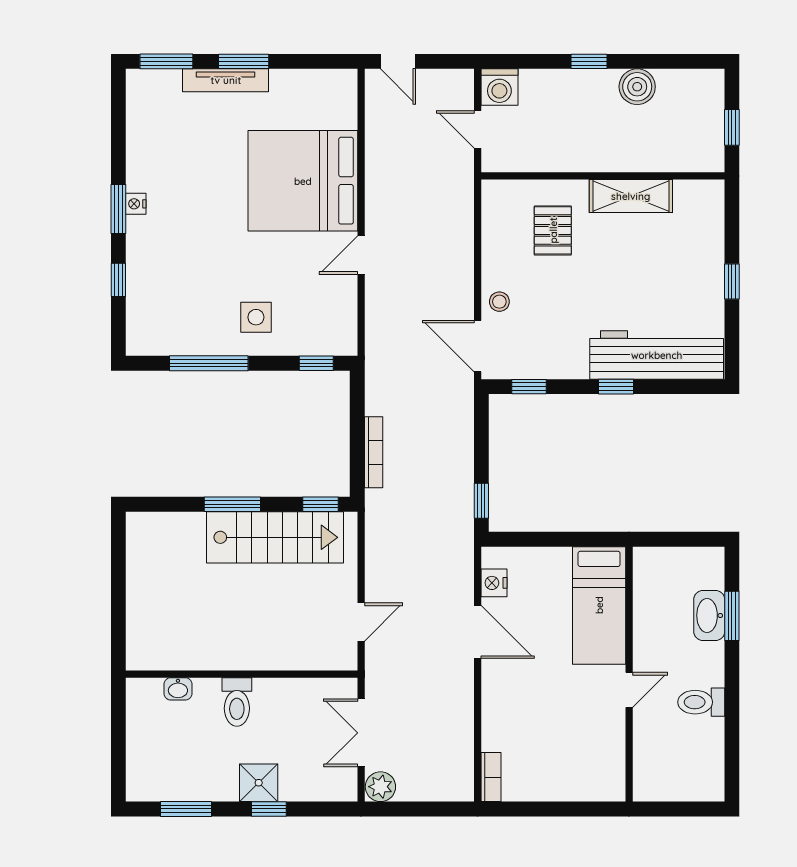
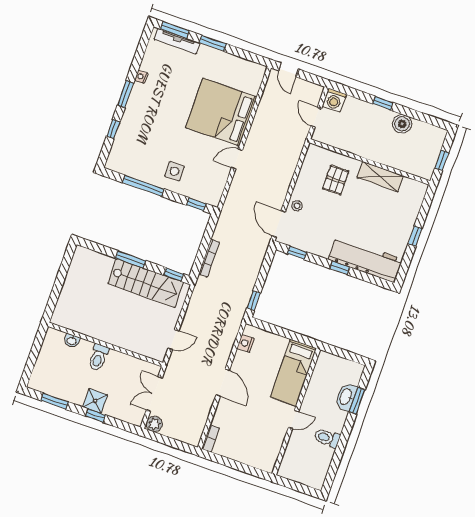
tv unit: (226, 80) -> (177, 41), moved
nightstand: (136, 204) -> (141, 77), moved
door: (478, 632) -> (223, 383), moved

